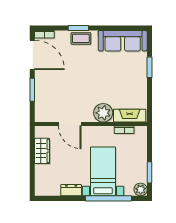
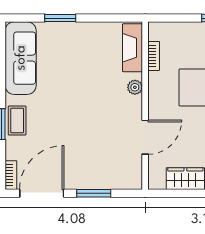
plant: (103, 113) -> (135, 87), width x0.53, depth x0.53

